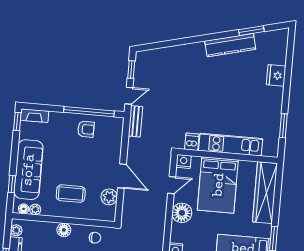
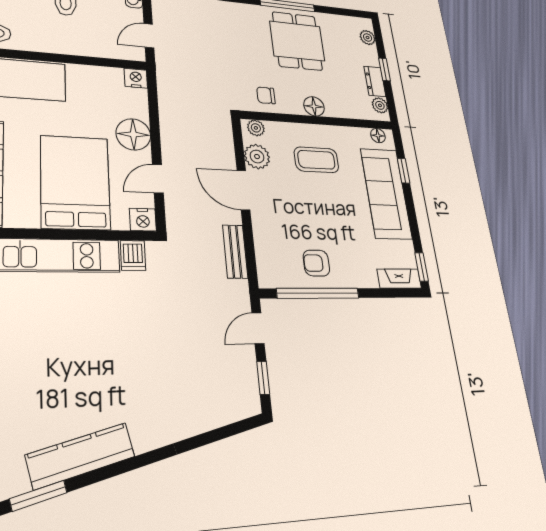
bench: (135, 121) -> (235, 252), moved
plant: (35, 209) -> (256, 128), moved

